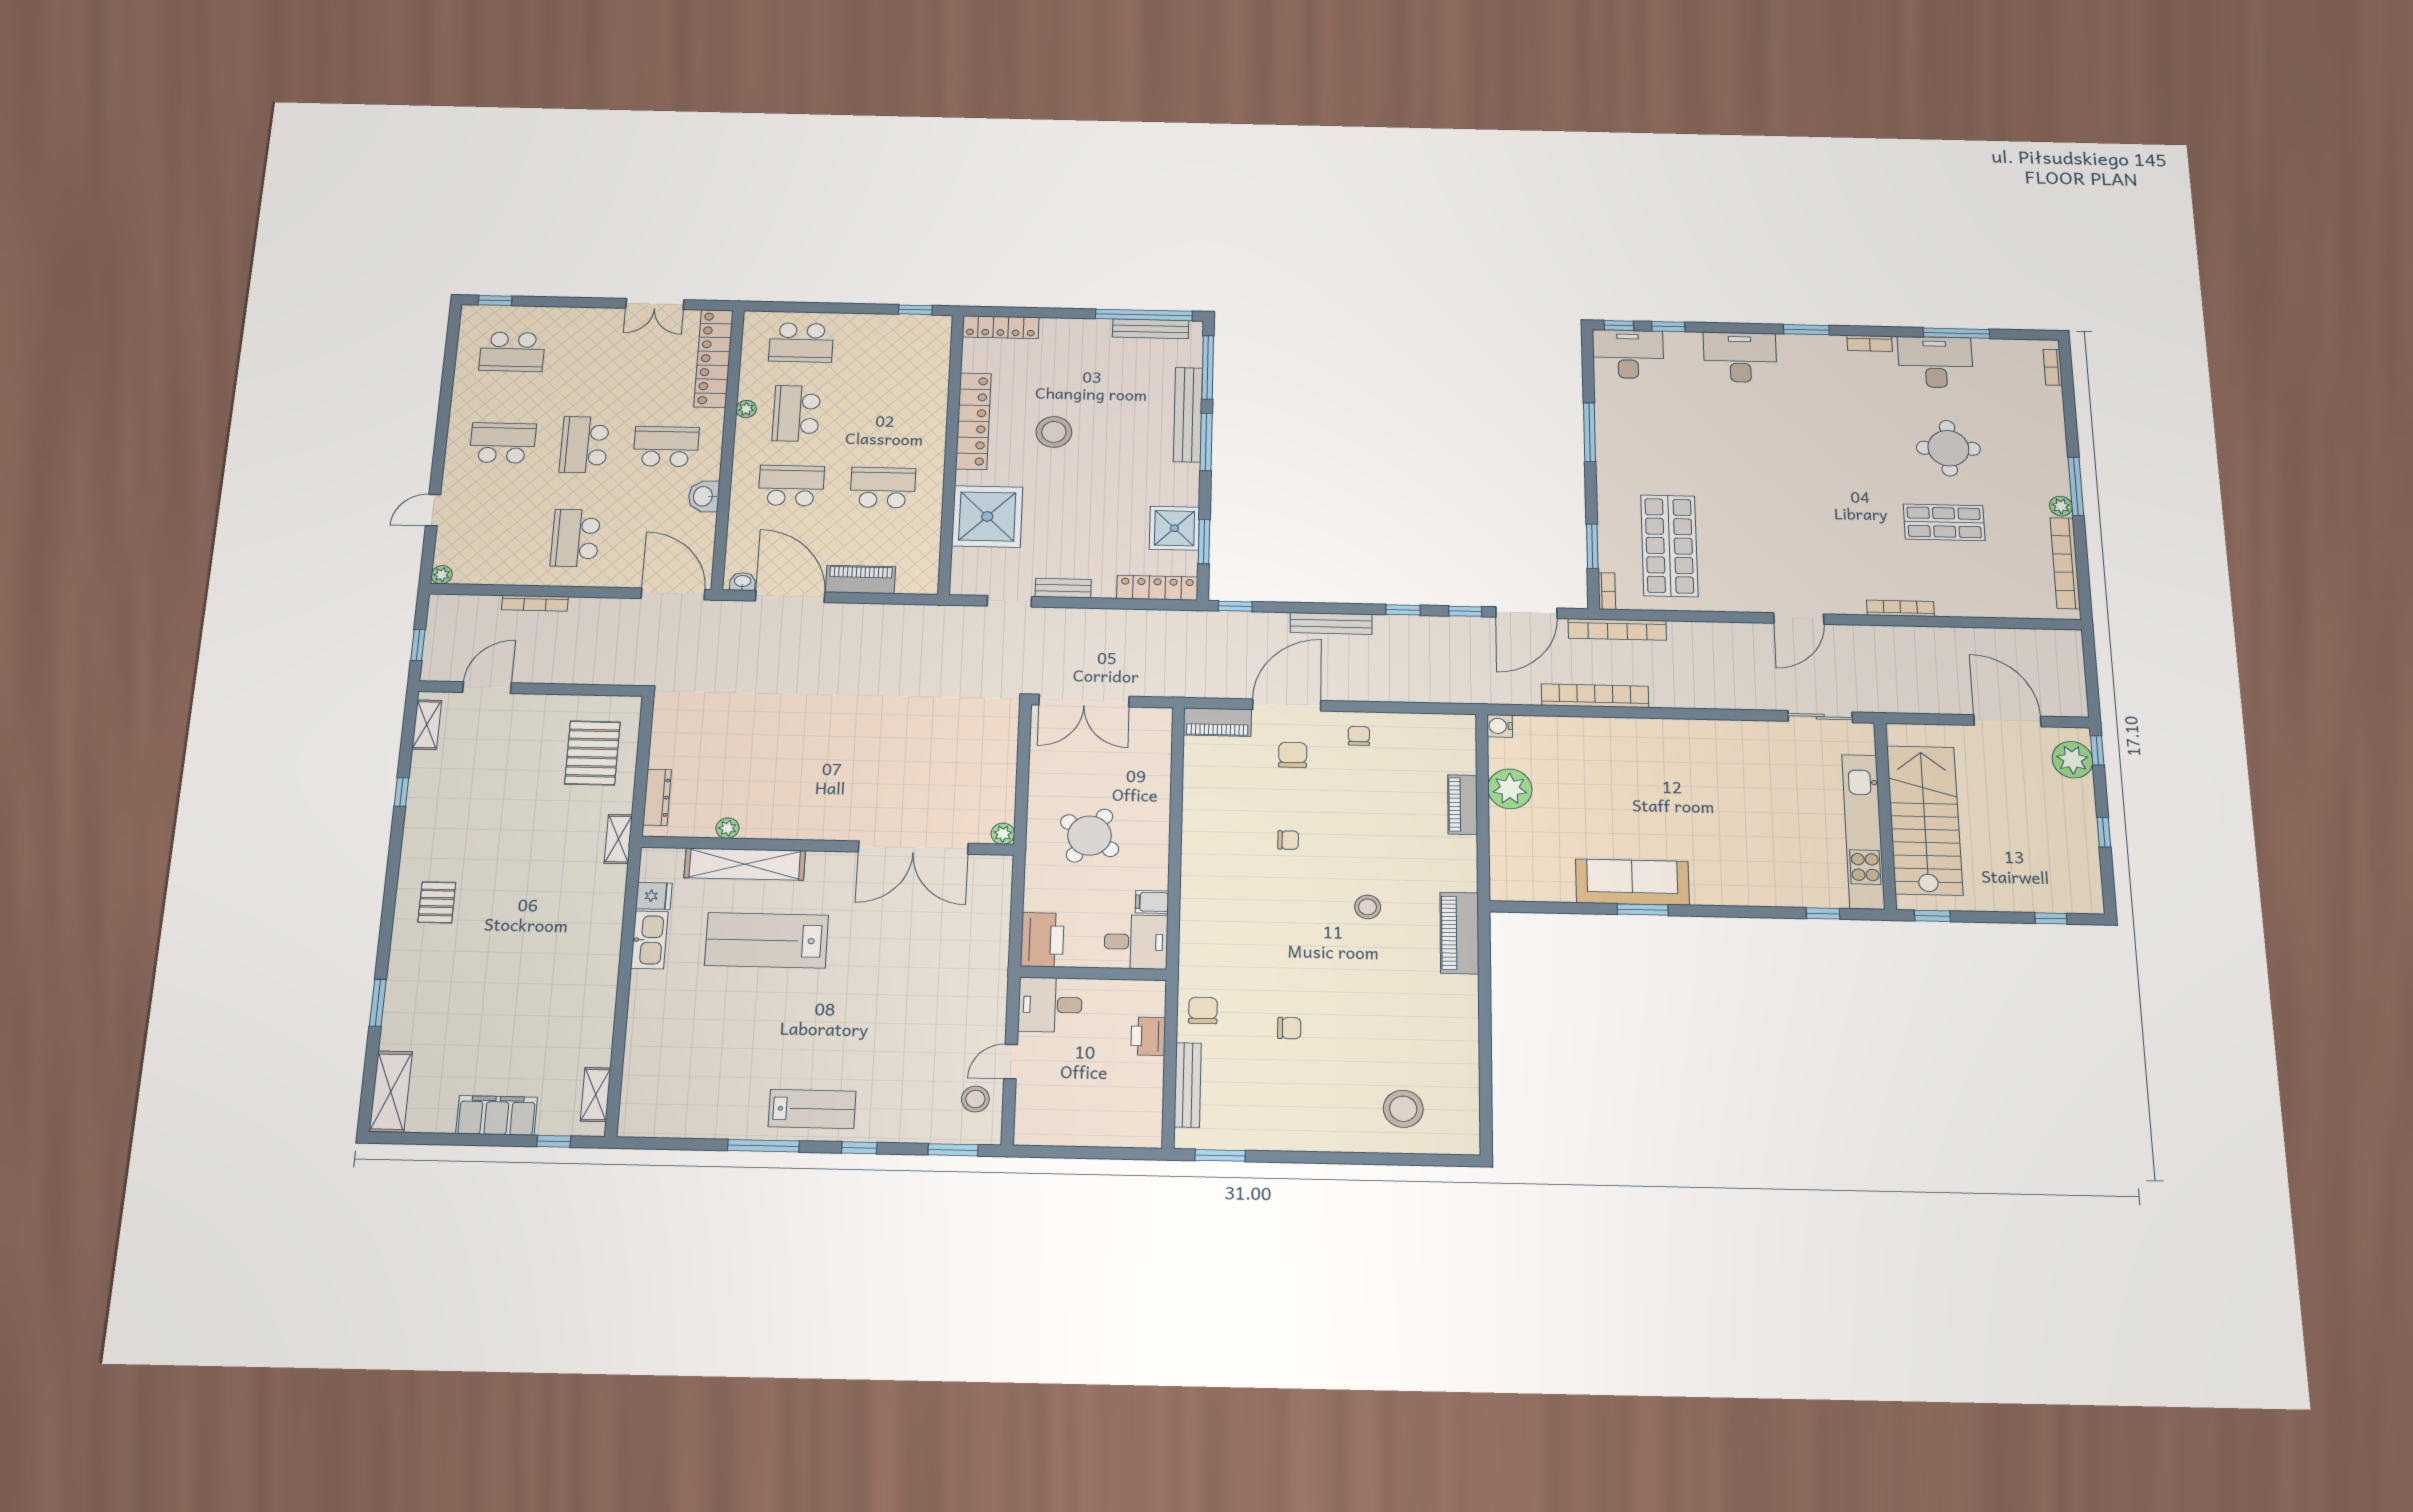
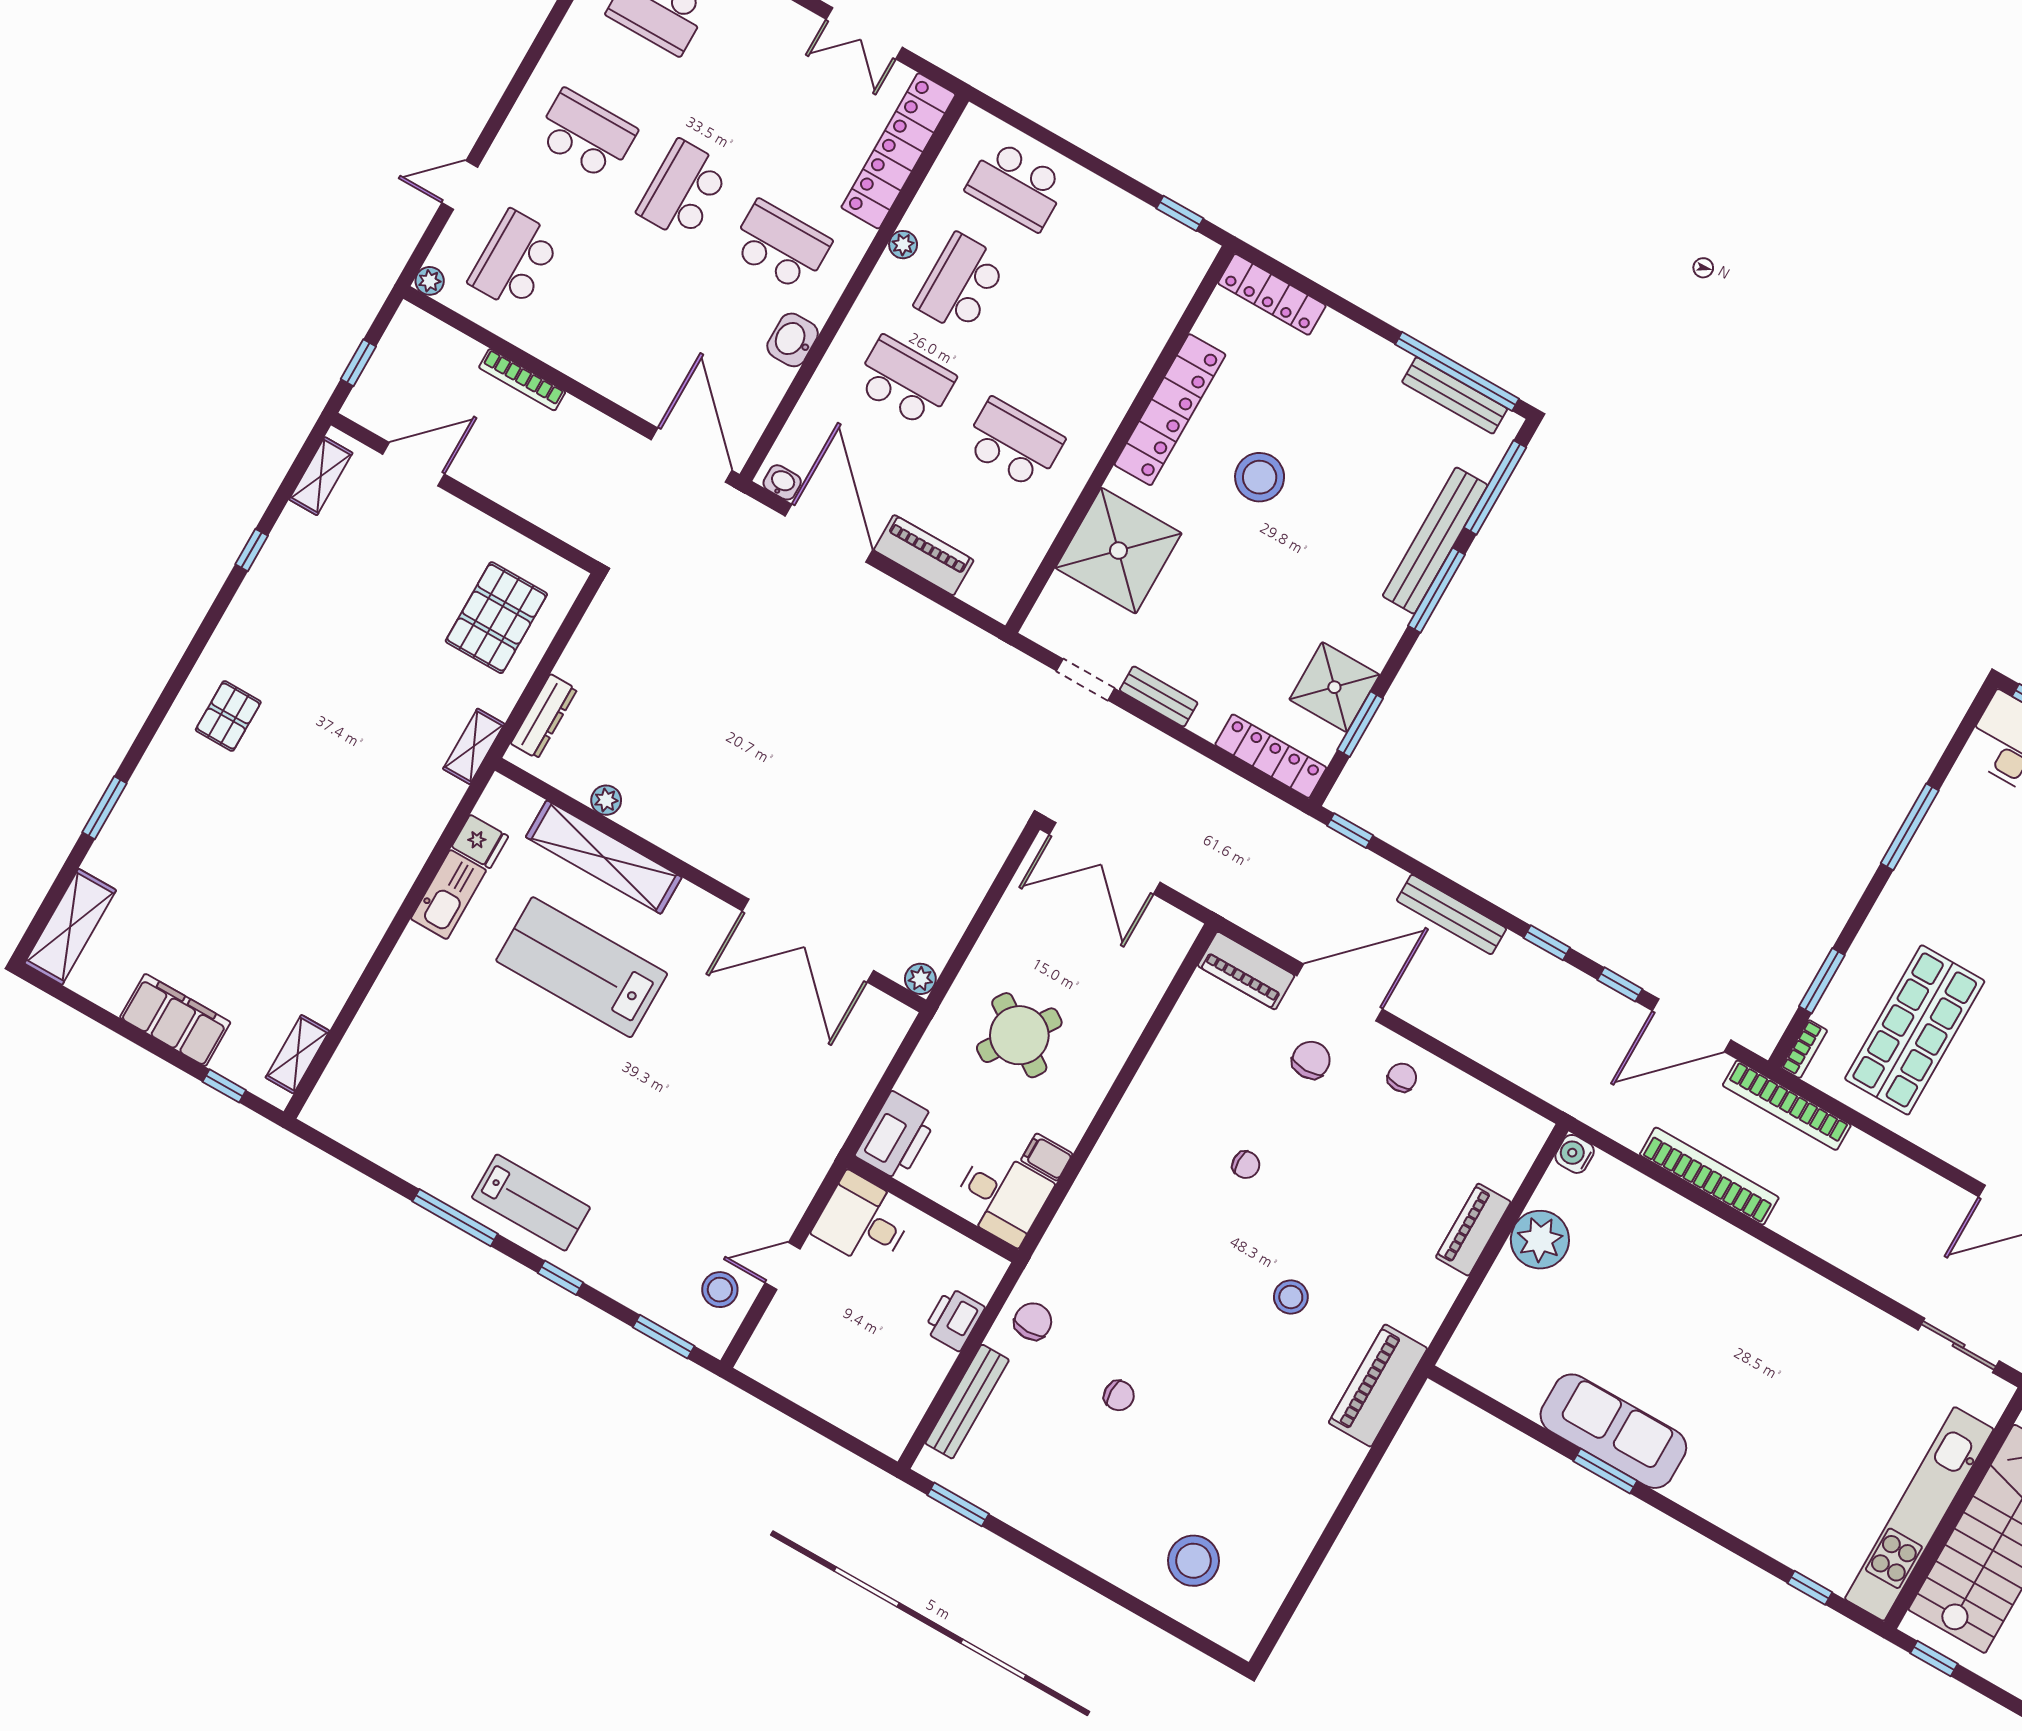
school desk: (575, 538) -> (515, 260), moved

